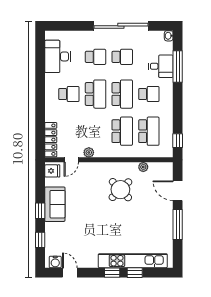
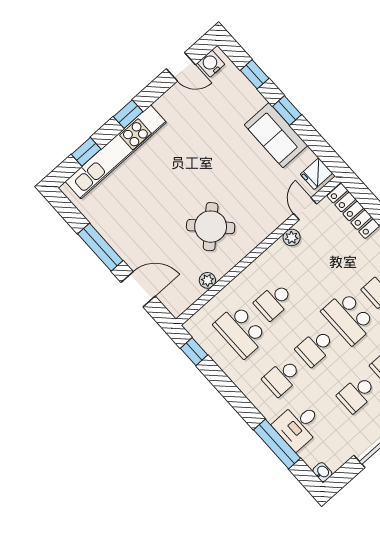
school desk: (122, 94) -> (315, 348), width x0.54
school desk: (122, 131) -> (274, 301), width x0.54
window: (135, 273) -> (86, 152), moved

